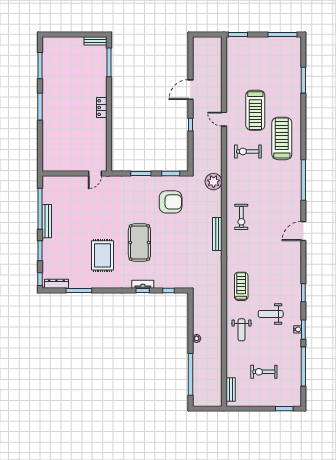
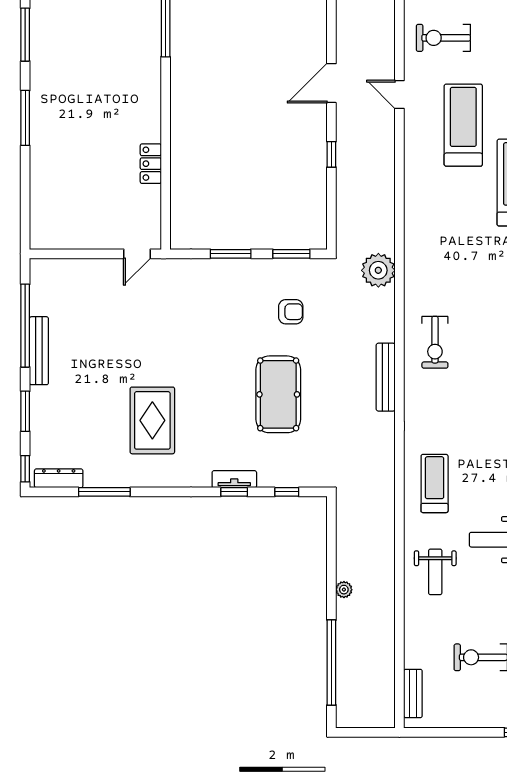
locker: (102, 108) -> (151, 164), moved
treadmill: (255, 110) -> (463, 125), turned 180
door: (224, 119) -> (399, 94), moved
exercise bike: (248, 151) -> (443, 38), moved
armchair: (171, 202) -> (291, 312), width x0.53, depth x0.53
pool table: (139, 243) -> (278, 394), moved

